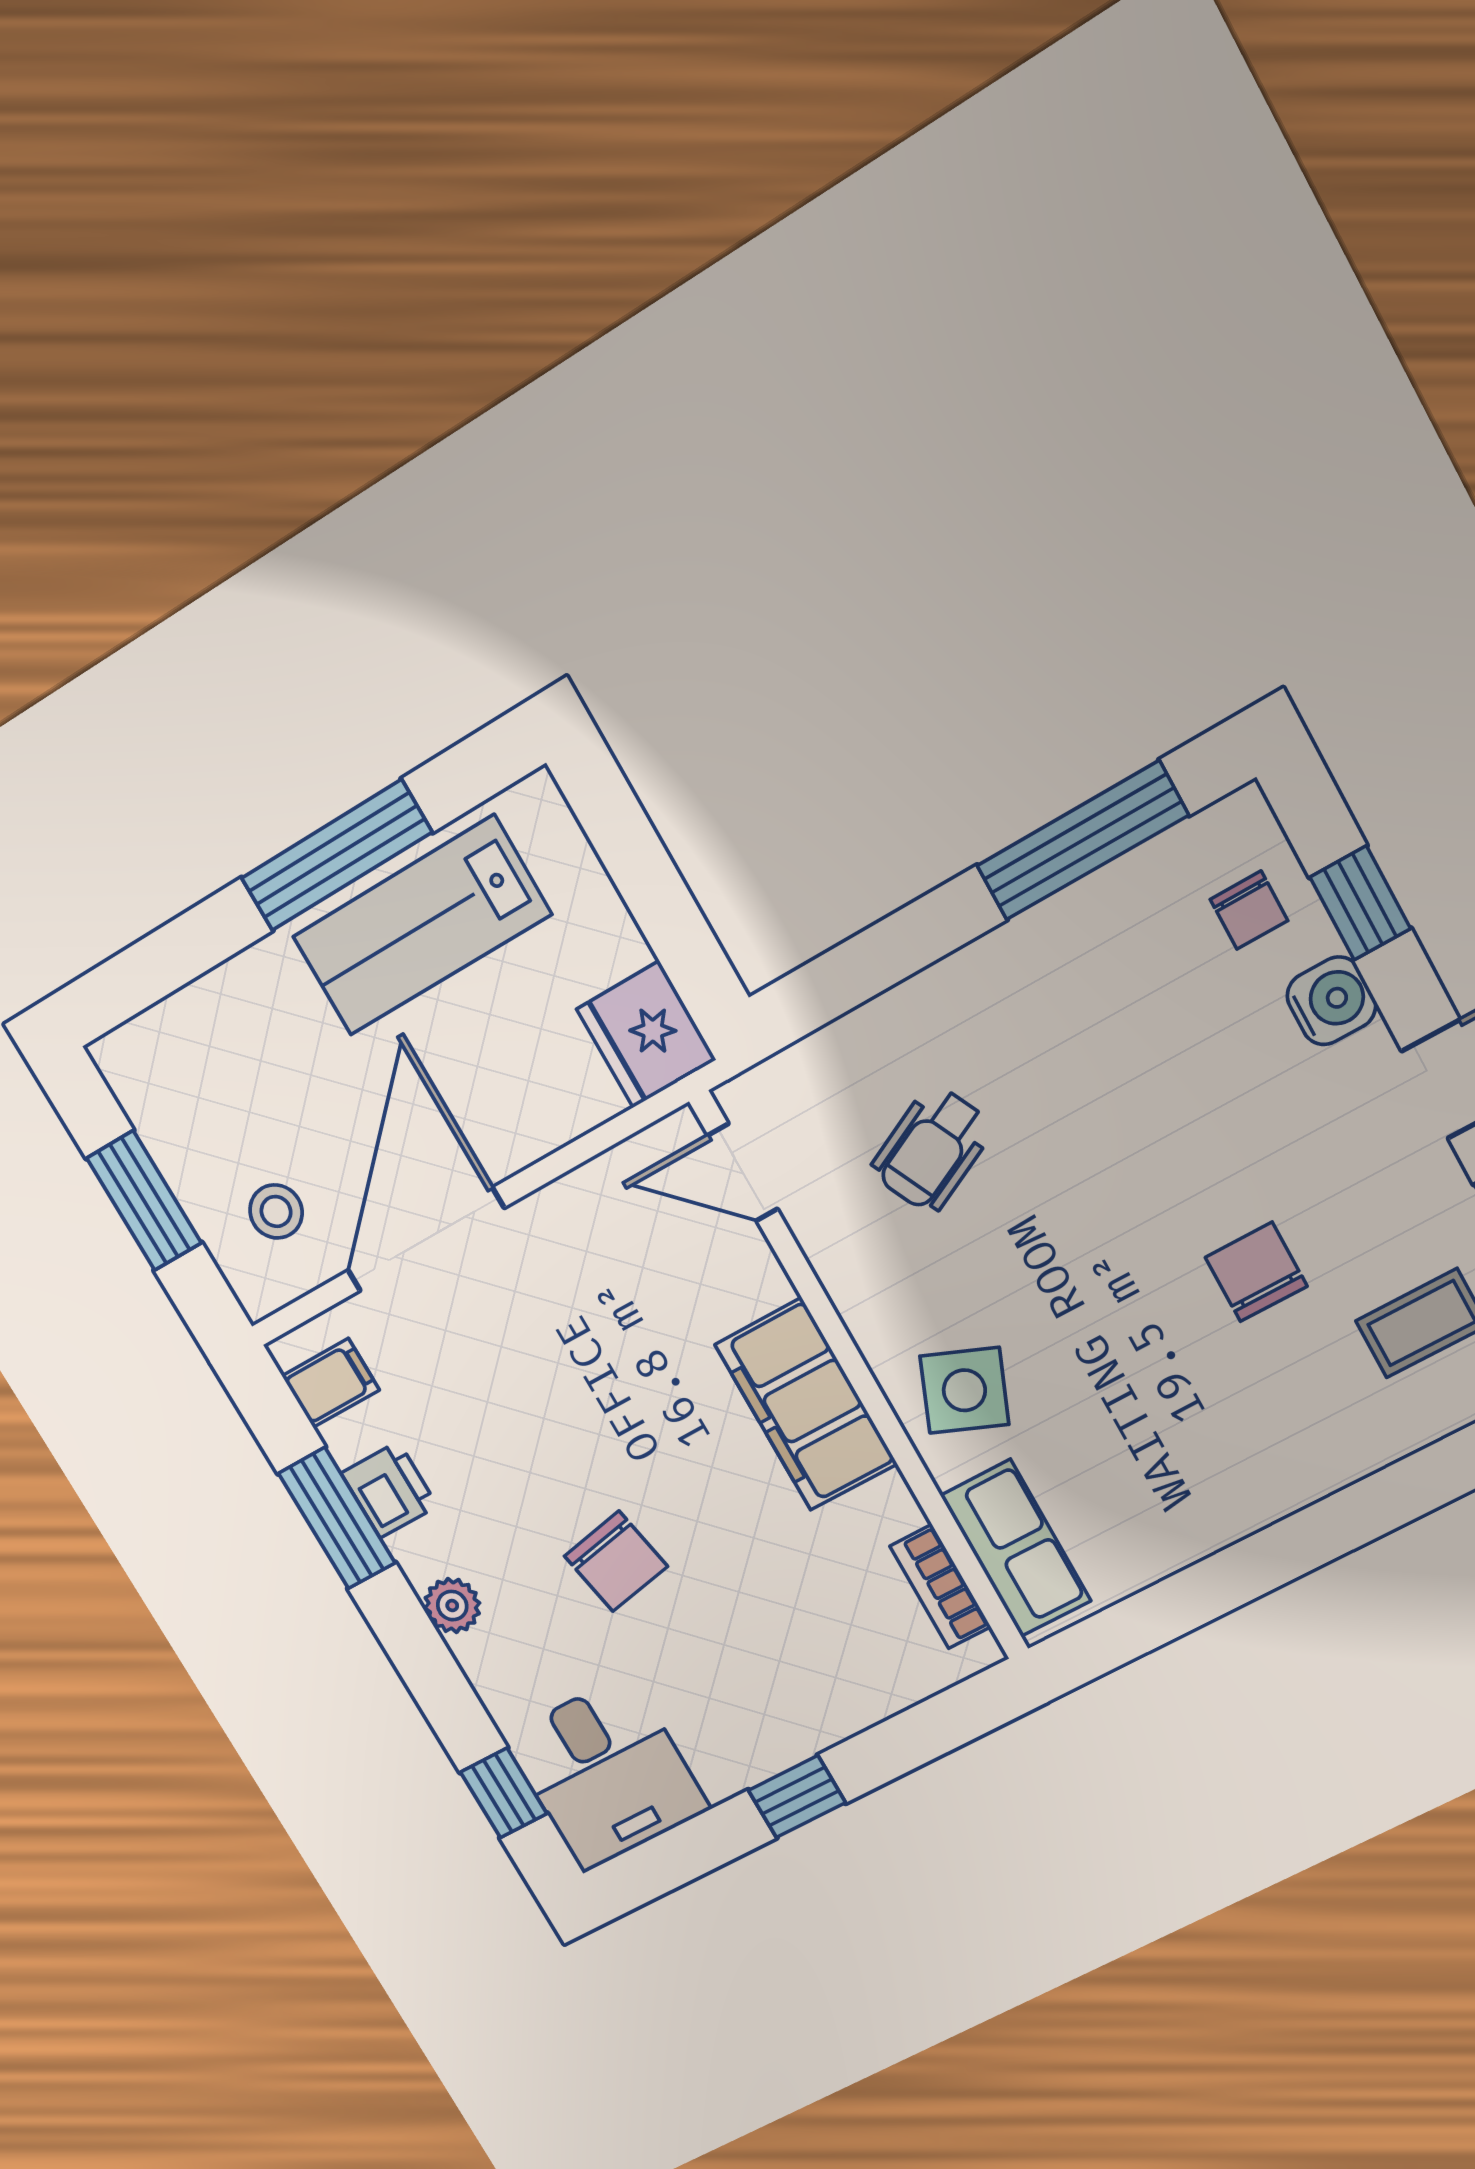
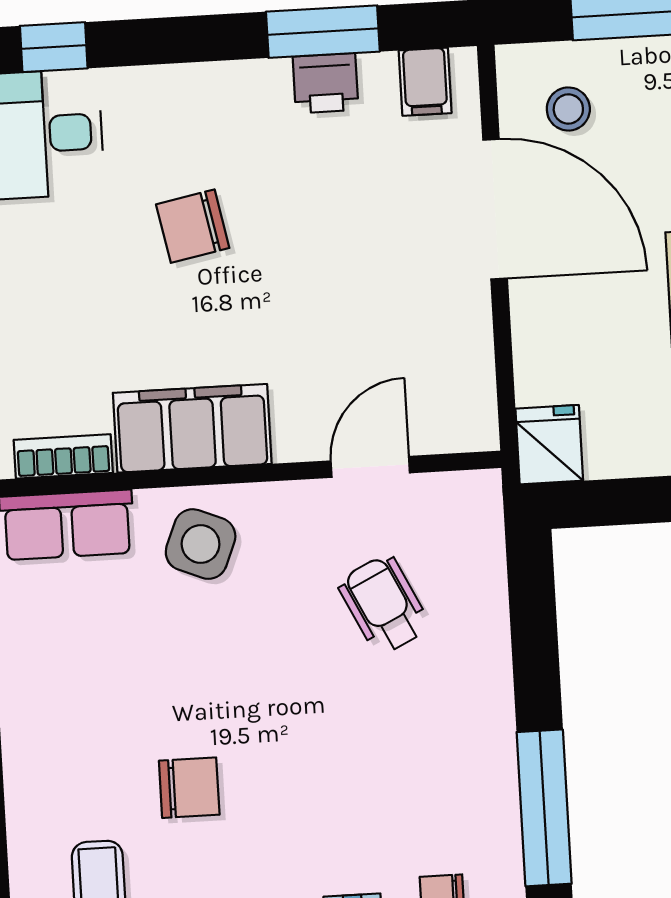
fridge: (646, 1034) -> (549, 445), width x0.72
door: (742, 1172) -> (370, 467), moved
filing cabinet: (806, 1404) -> (192, 428), moved
plant: (452, 1606) -> (216, 84), removed

